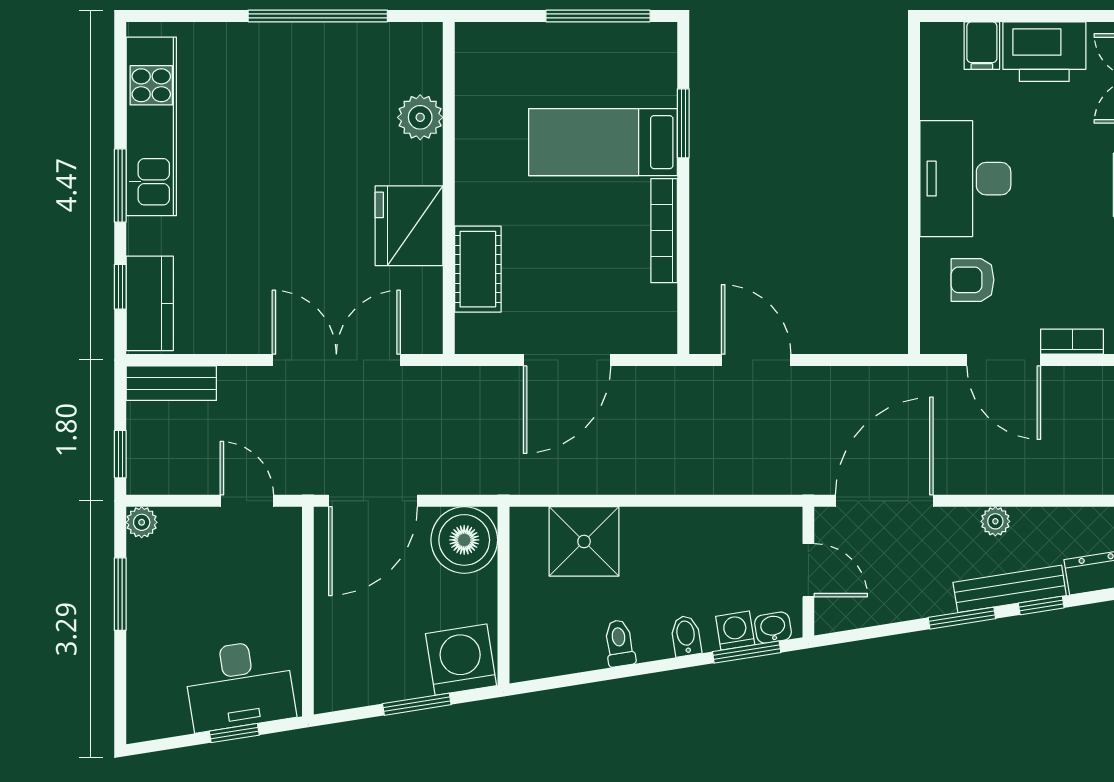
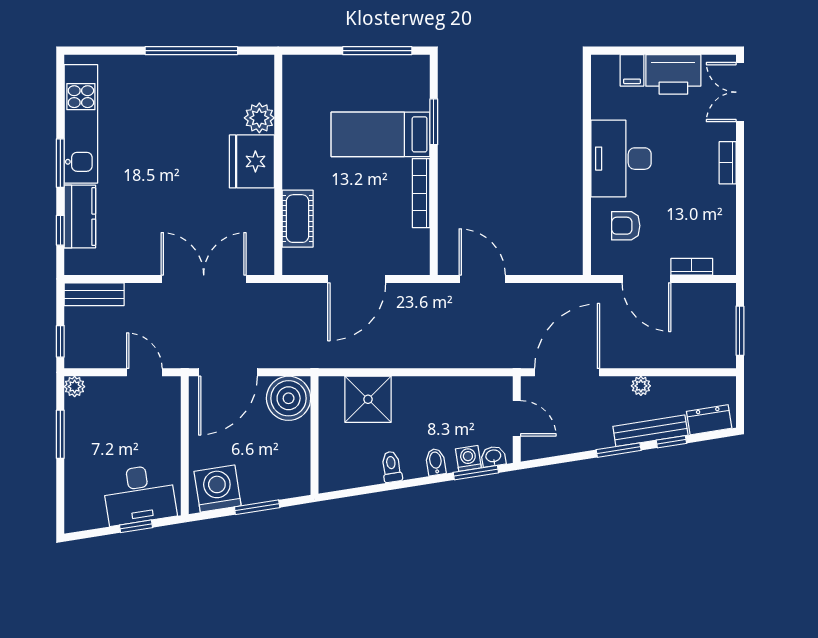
fridge: (409, 226) -> (252, 161), moved
kitchen counter: (150, 303) -> (80, 217), moved
washing machine: (461, 660) -> (218, 489), moved

